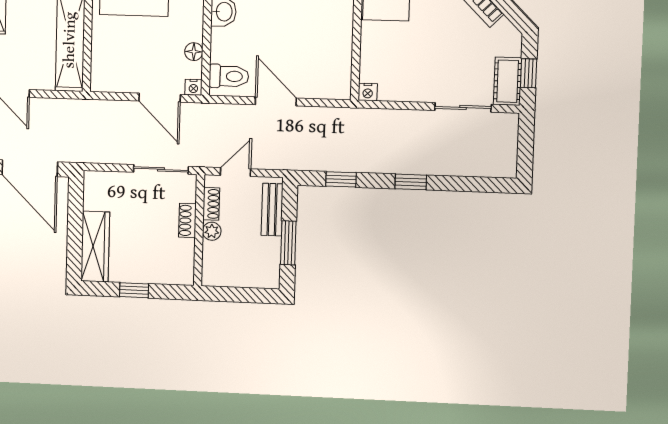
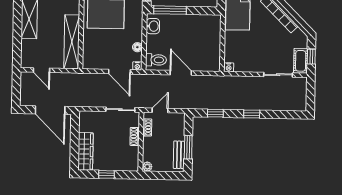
bench: (272, 210) -> (179, 155), moved
plant: (212, 231) -> (147, 167), moved

